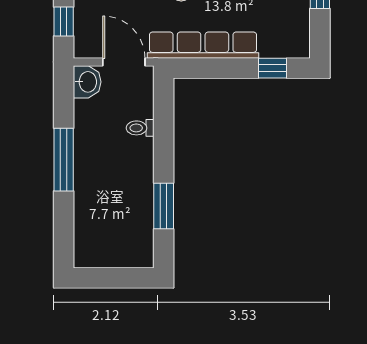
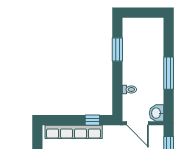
row of seats: (203, 45) -> (74, 132), moved
window: (272, 68) -> (92, 120), moved

